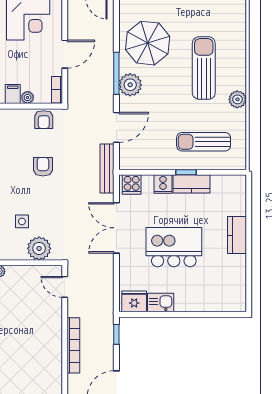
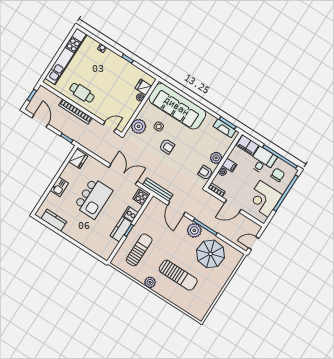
door: (65, 54) -> (233, 206), hinge flipped
plant: (15, 118) -> (216, 158), added
armchair: (43, 167) -> (167, 146), moved
kitchen counter: (237, 235) -> (54, 220), moved
kitchen sink: (161, 303) -> (59, 187), moved
cafe table: (43, 353) -> (82, 93), added

